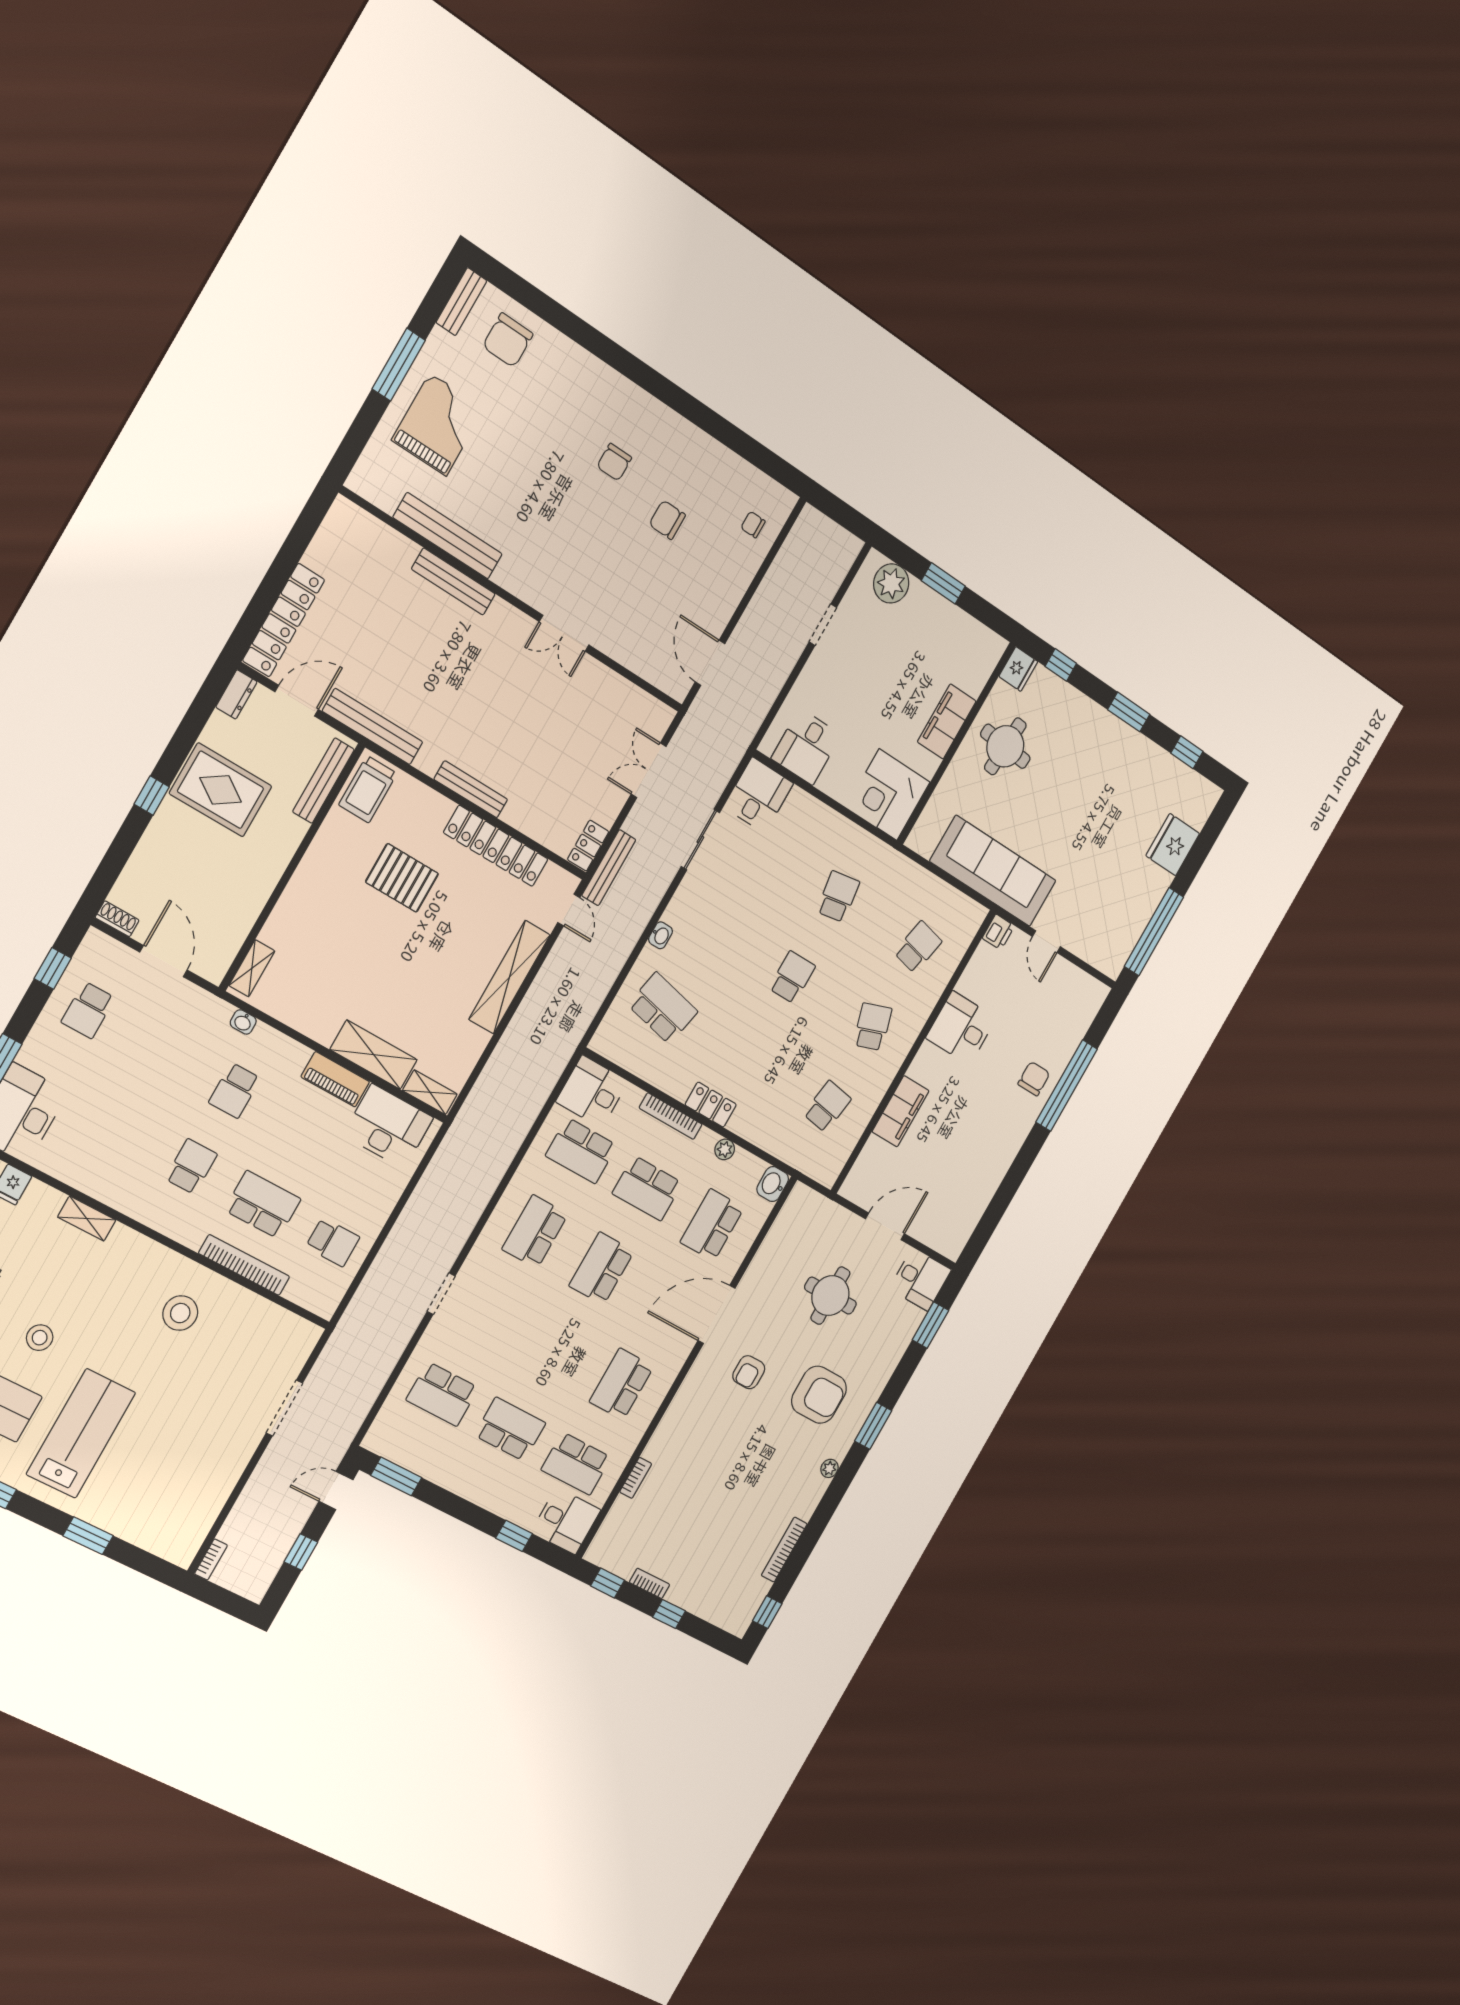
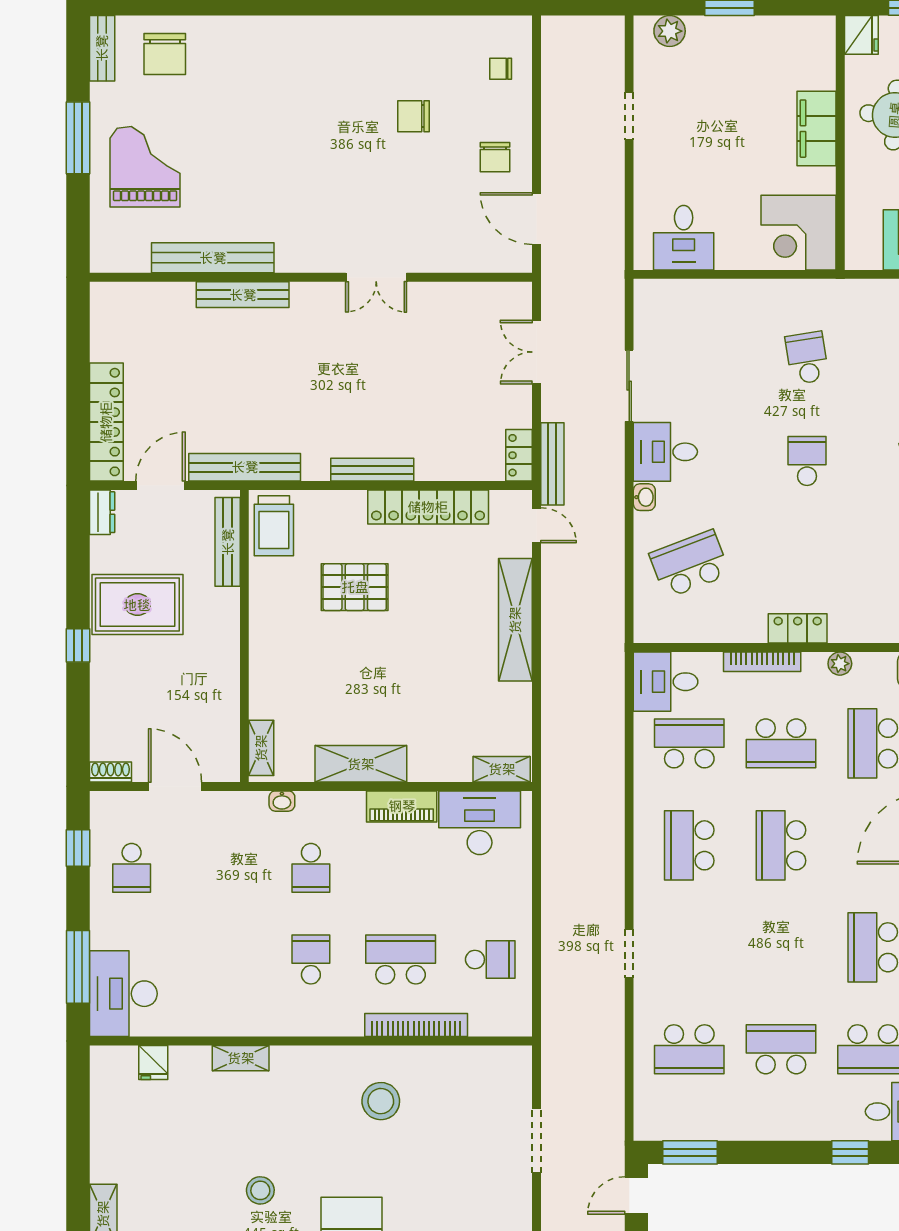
chair: (614, 462) -> (495, 157), moved
plant: (891, 583) -> (670, 31), width x0.73, depth x0.73
desk: (759, 795) -> (665, 452), moved, turned -90
school desk: (663, 1008) -> (690, 564), turned -33
shelving: (374, 1055) -> (361, 764), moved
school desk: (581, 1151) -> (689, 743), turned 180

